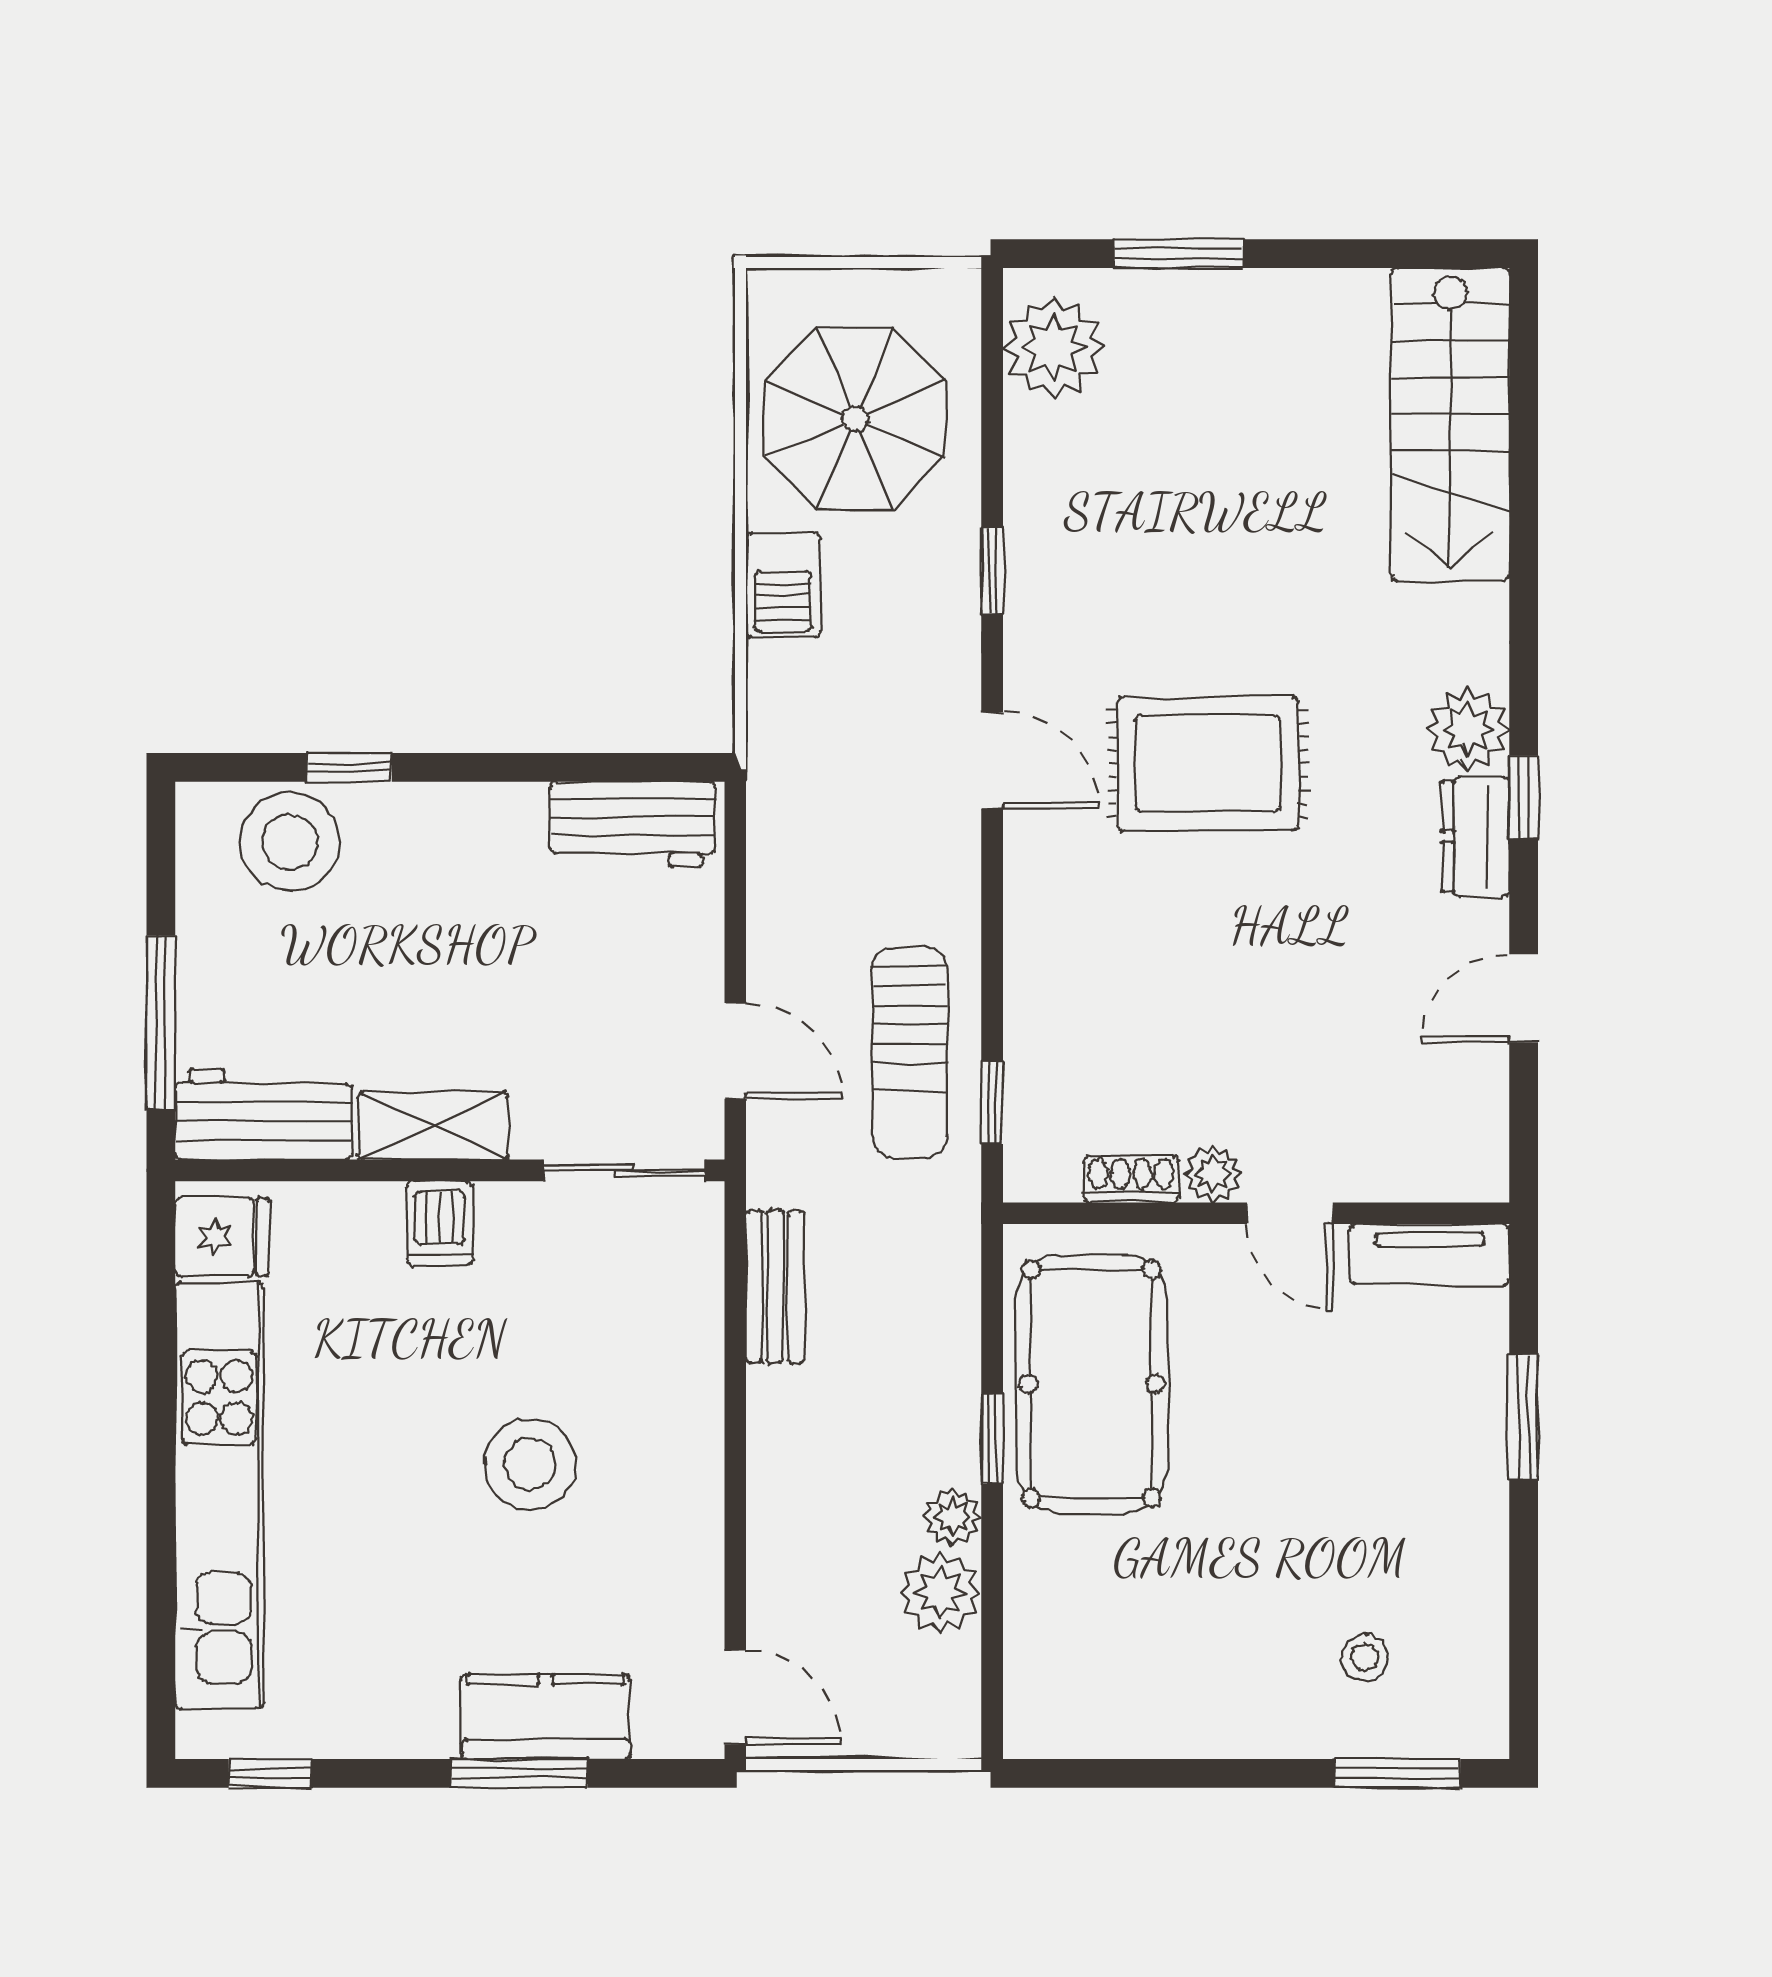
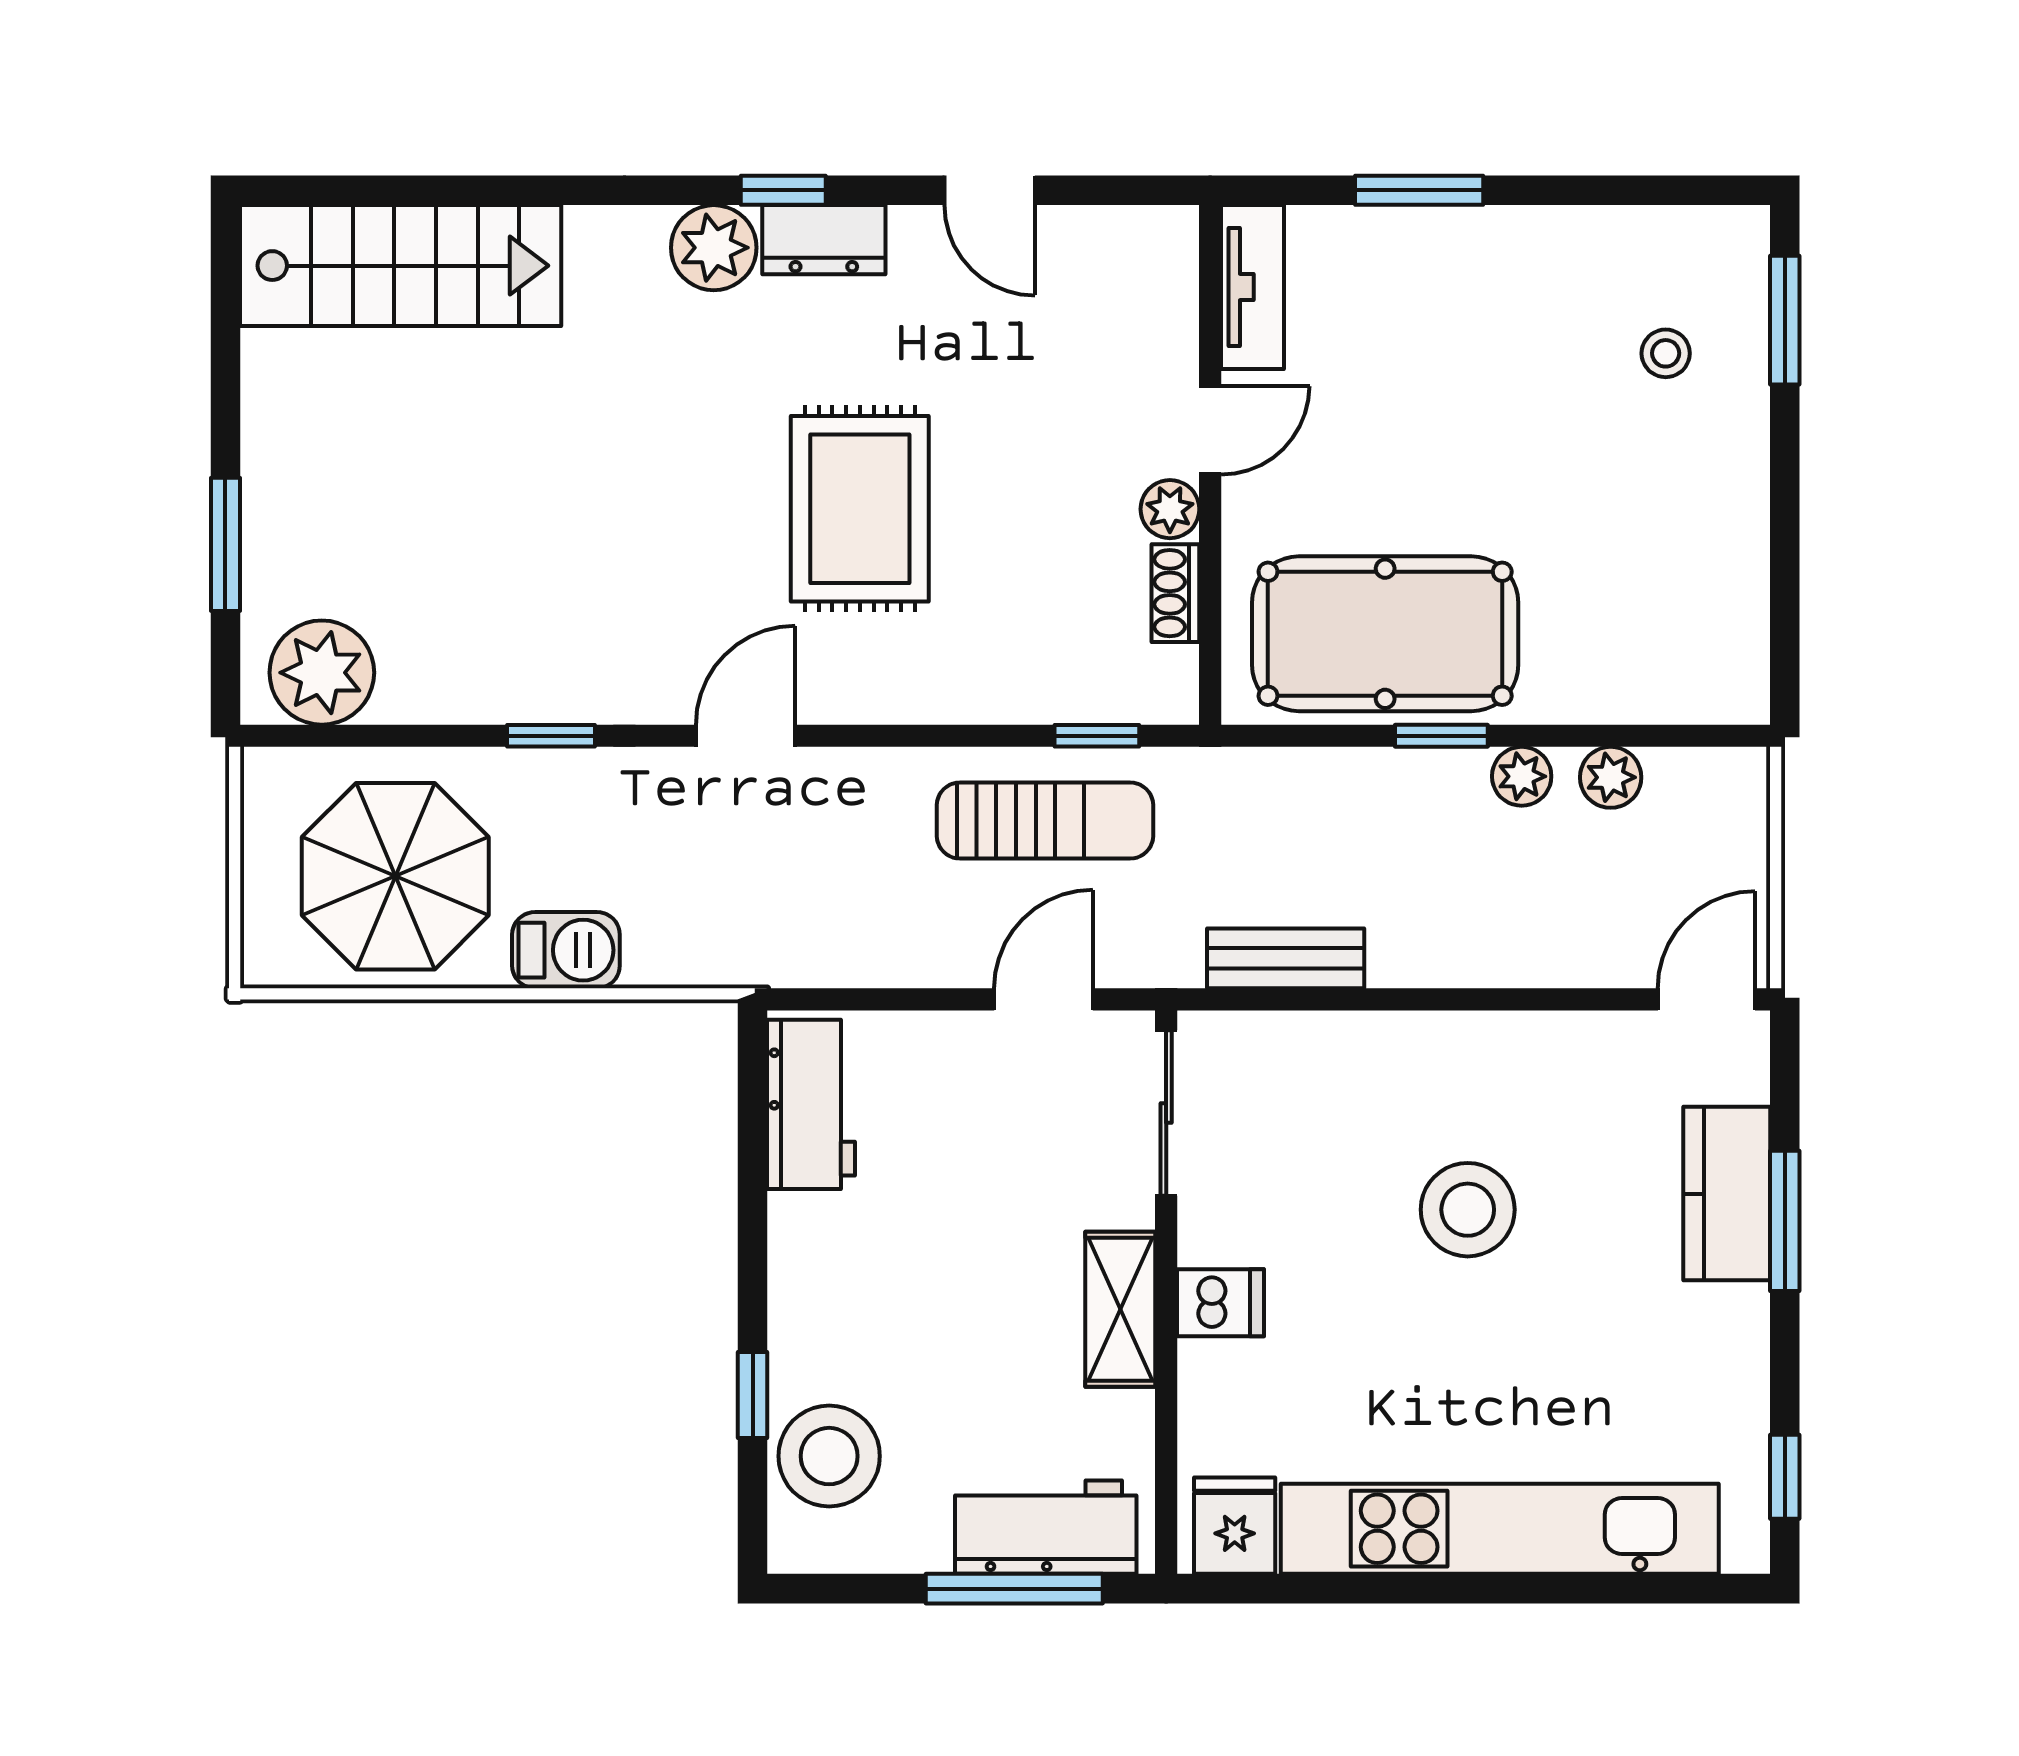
rug: (1208, 763) -> (860, 509), moved
workbench: (263, 1114) -> (1046, 1527), moved, turned 90
plant: (940, 1592) -> (1611, 777), width x0.73, depth x0.73

